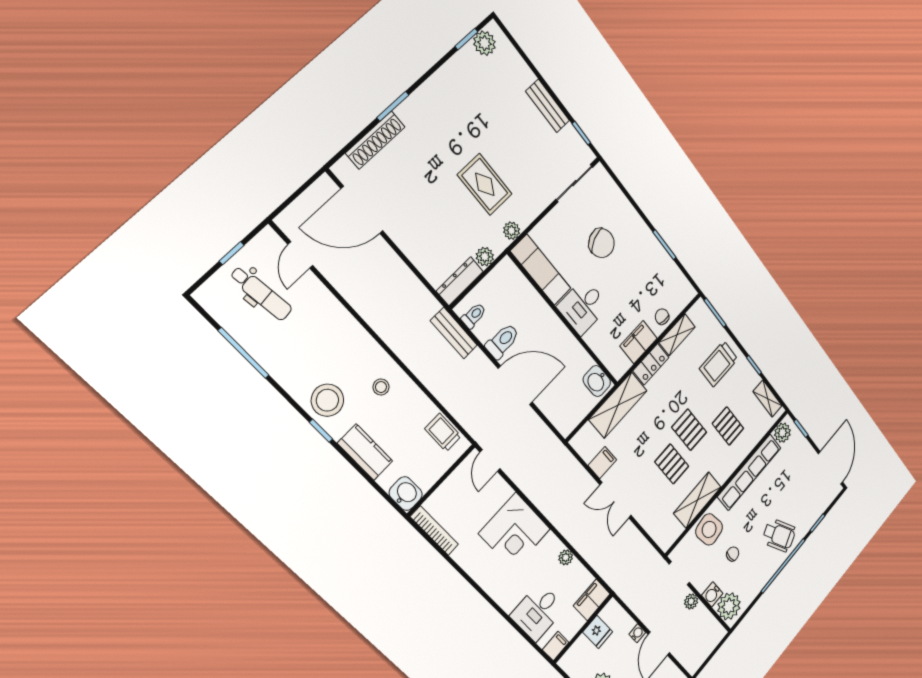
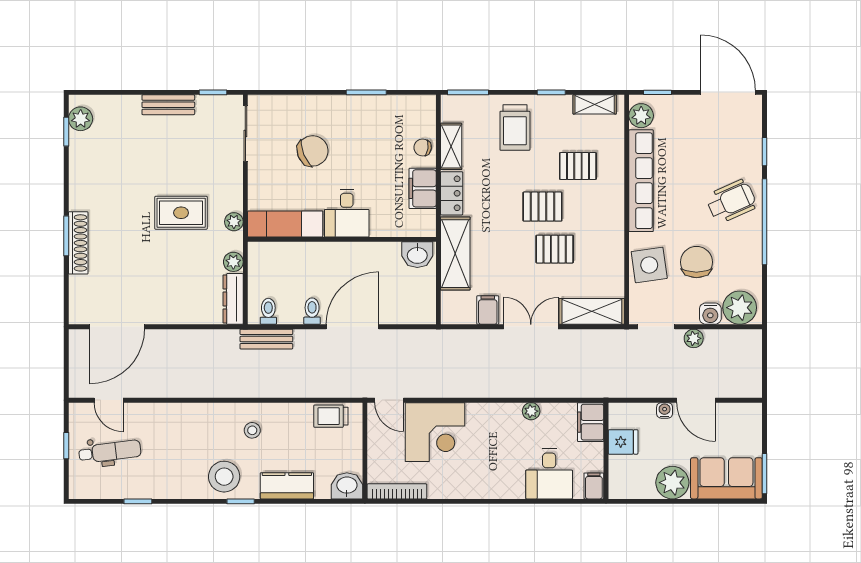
shoe rack: (375, 140) -> (78, 243), moved
toilet: (502, 341) -> (312, 311), width x0.73, depth x0.72
window: (244, 353) -> (138, 501), width x0.46
double door: (616, 500) -> (531, 327), swing flipped
shelving: (697, 500) -> (592, 311), moved, turned 90
corner desk: (515, 531) -> (435, 432), moved
chair: (733, 554) -> (696, 262), width x1.87, depth x1.87

